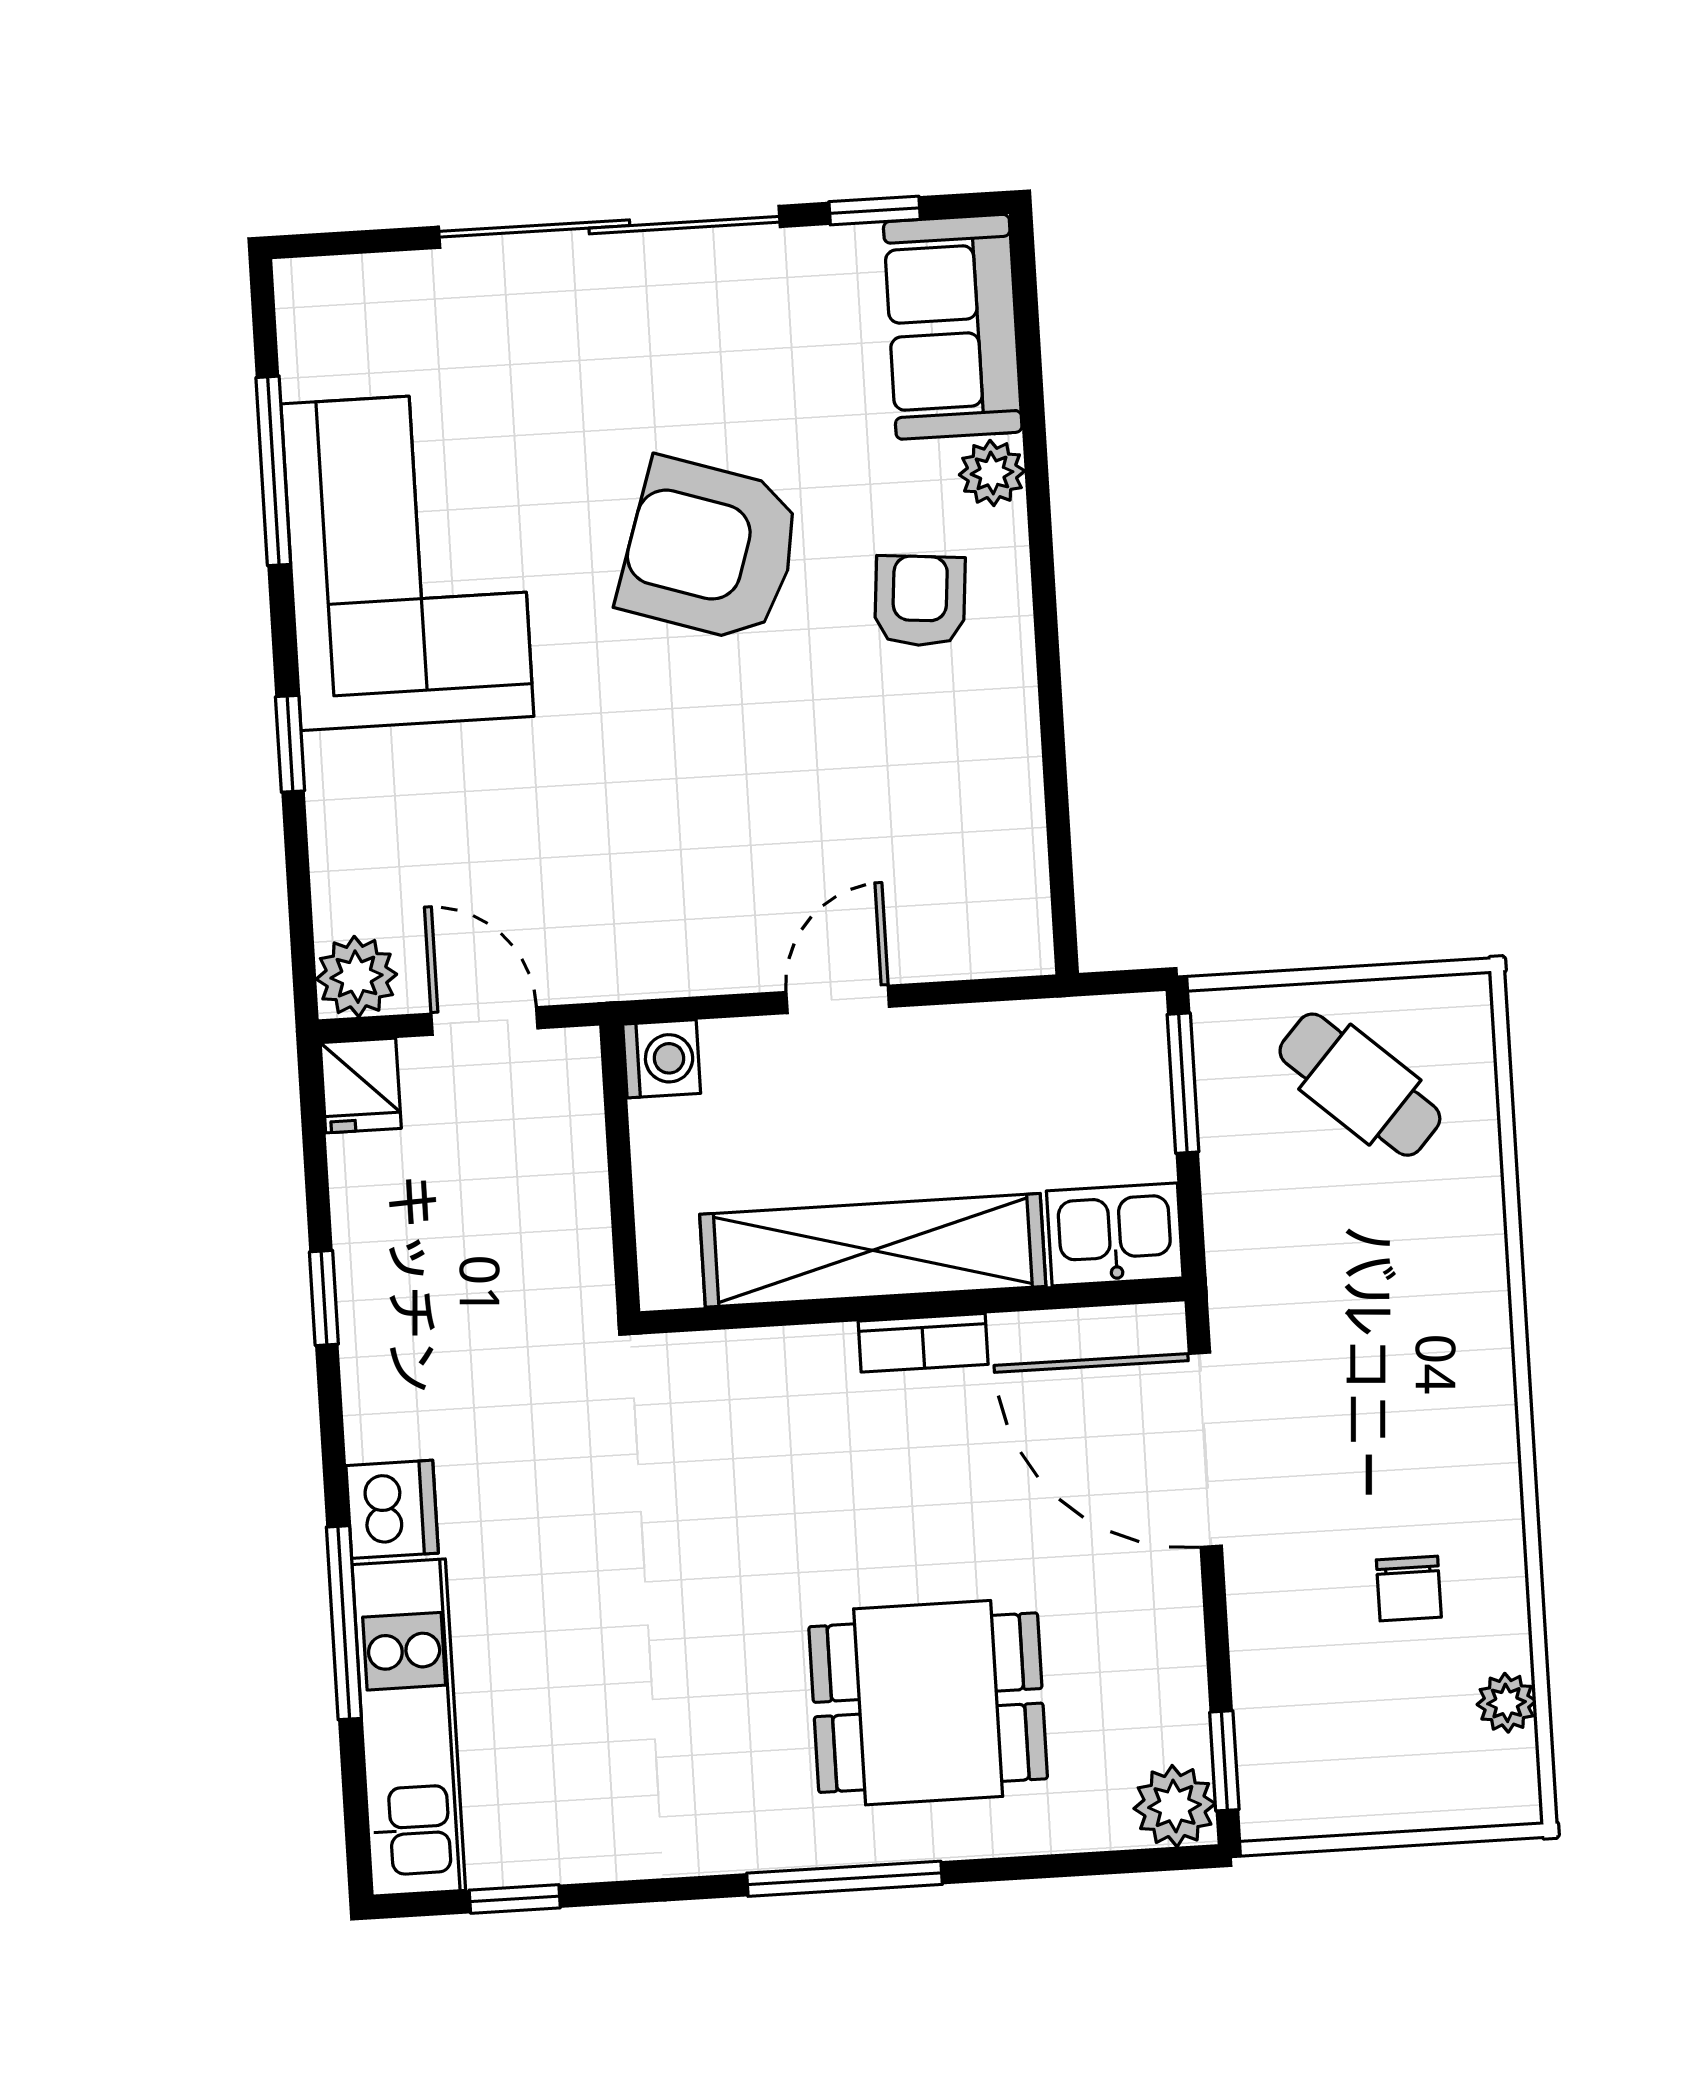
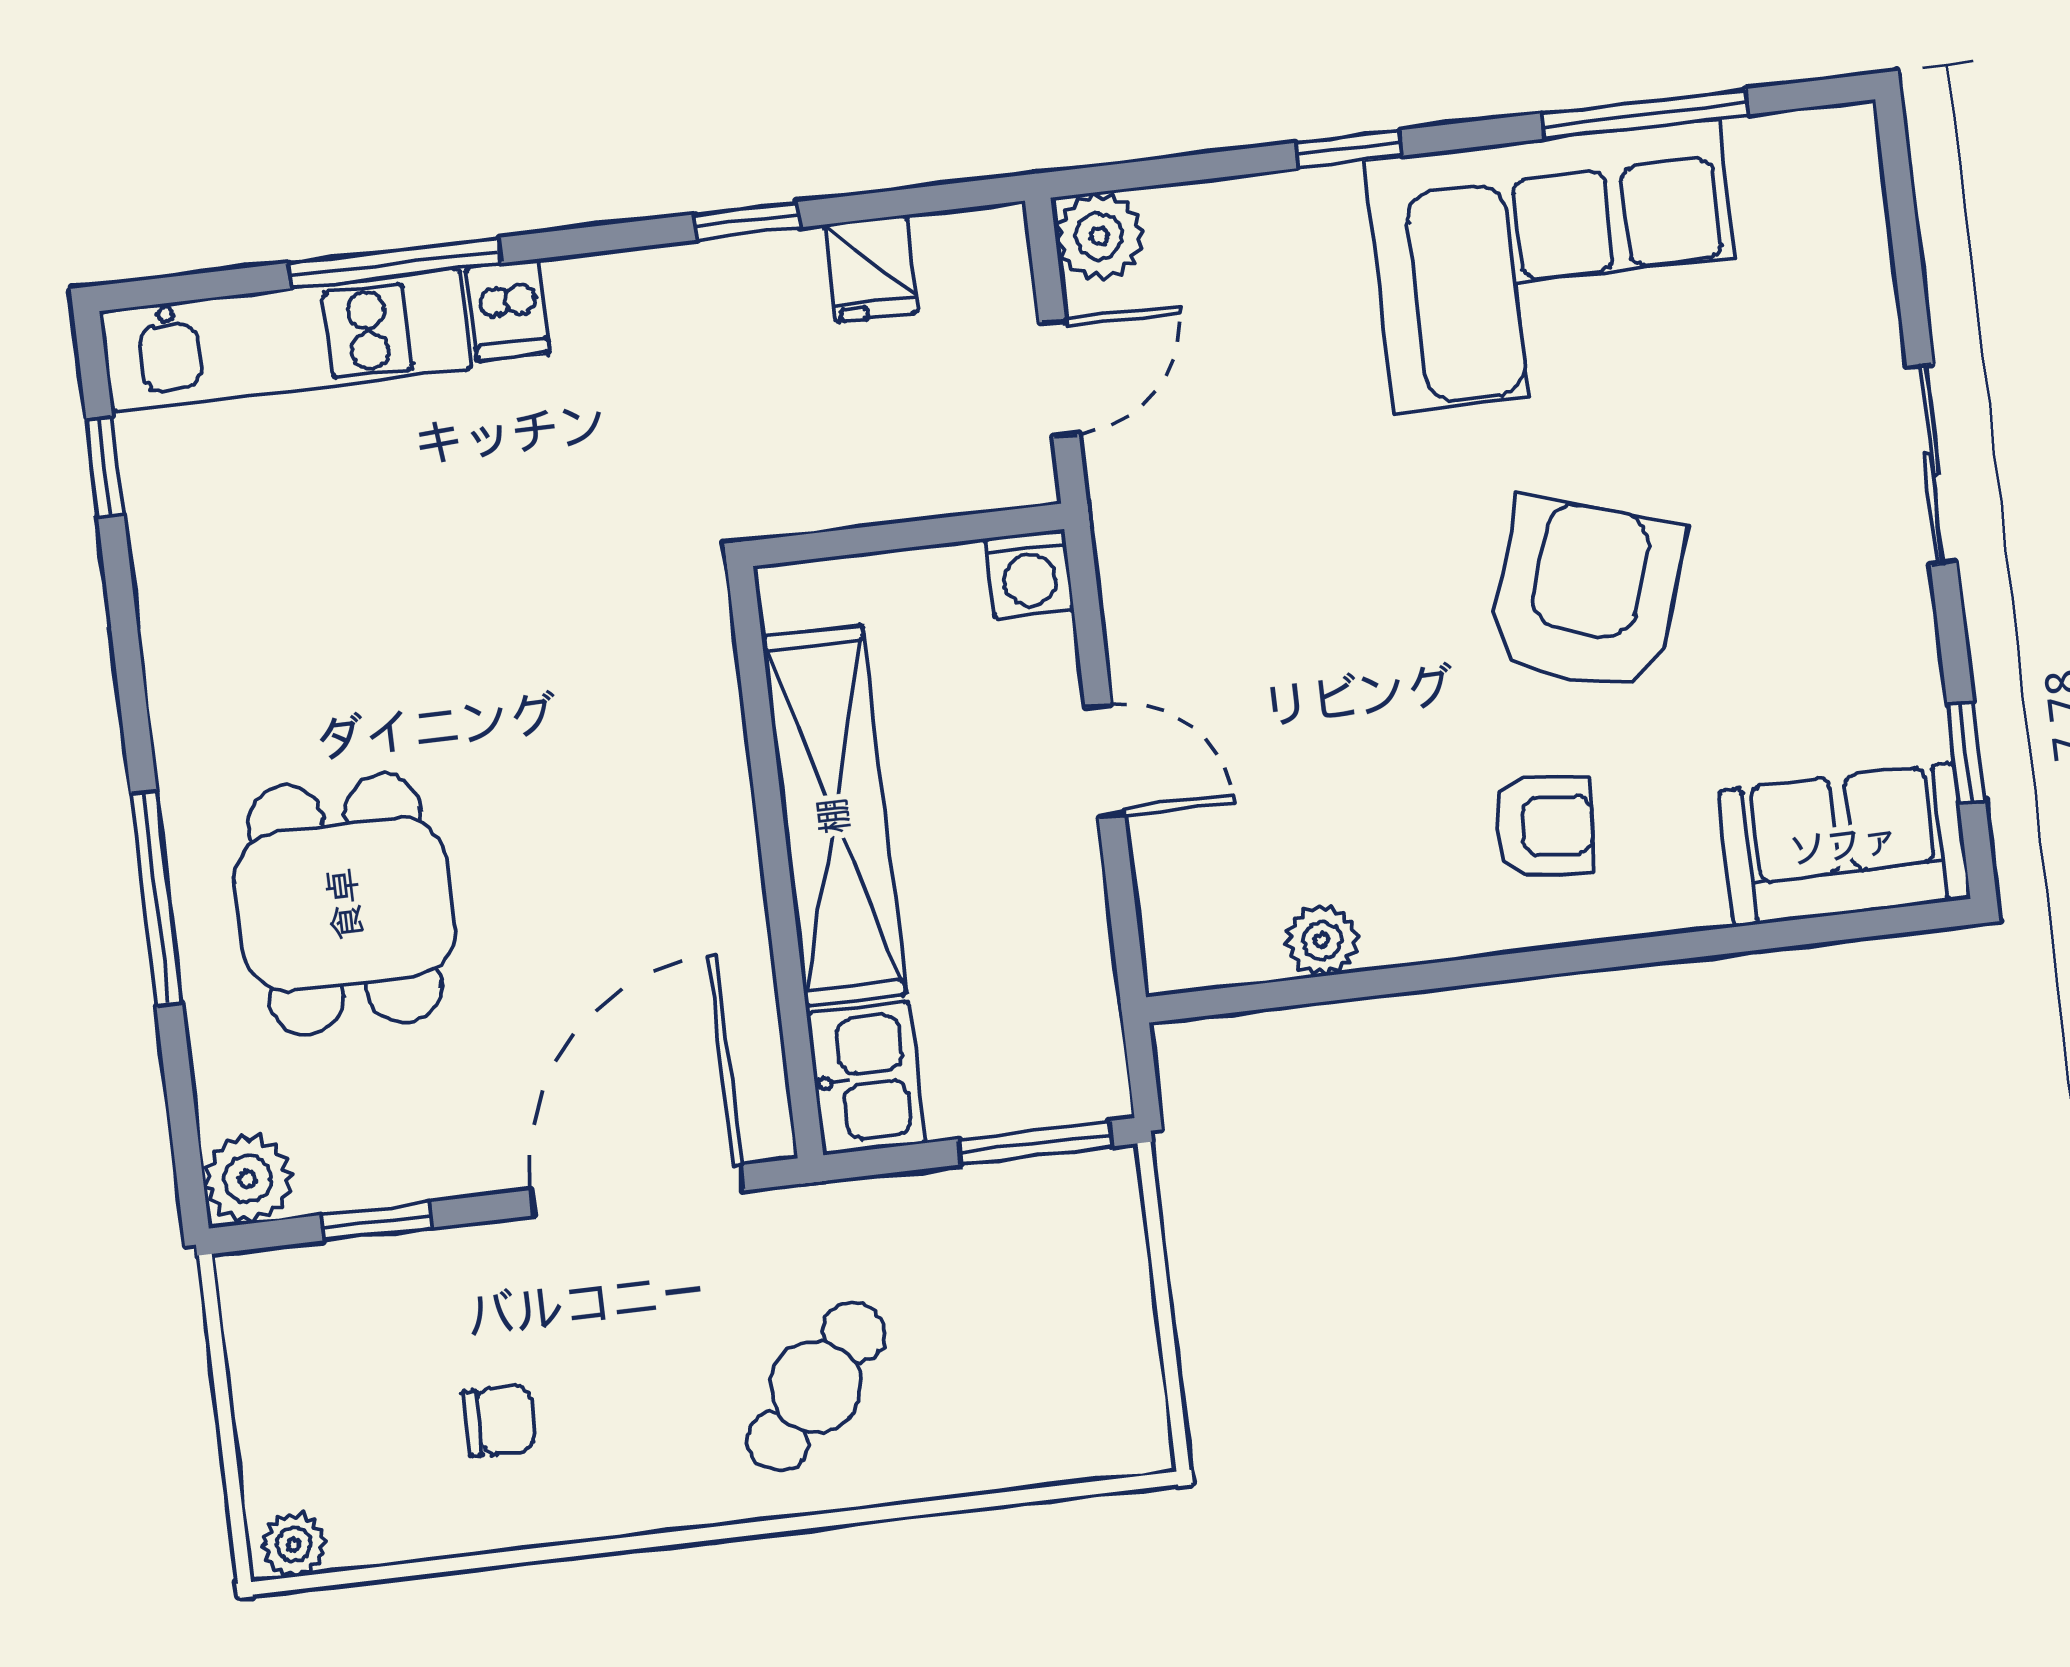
sliding door: (609, 227) -> (1932, 464), width x0.54
plant: (992, 473) -> (1322, 940), moved
cafe table: (1360, 1085) -> (816, 1386), moved
fridge: (361, 1086) -> (871, 269), moved, turned -90
bookcase: (923, 1343) -> (736, 876), removed
dishwasher: (392, 1509) -> (508, 310), width x0.73
chair: (1409, 1588) -> (499, 1421), turned 180
plant: (1507, 1703) -> (293, 1545), moved
window: (1224, 1761) -> (376, 1221), moved
window: (845, 1879) -> (156, 898), moved

